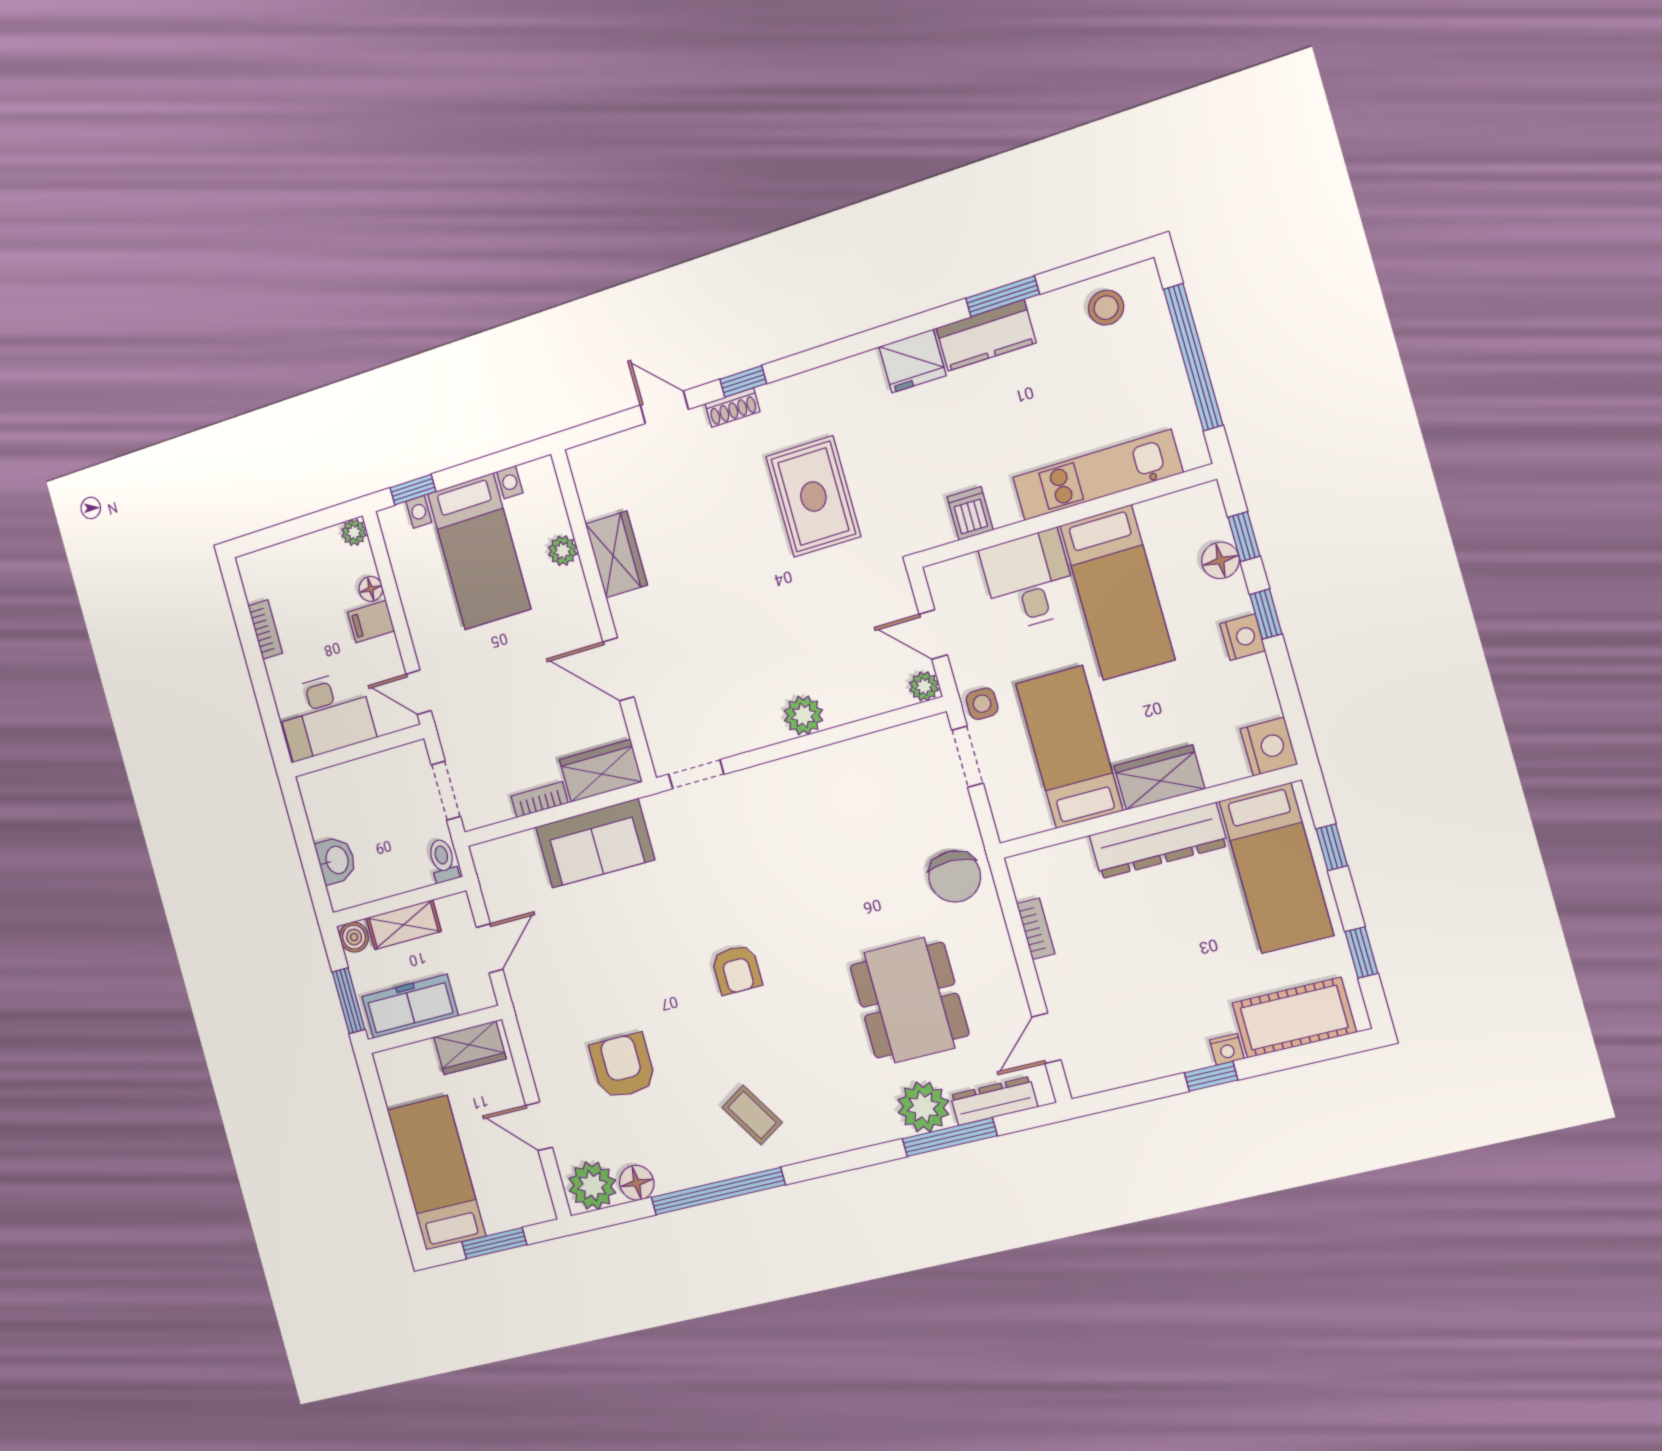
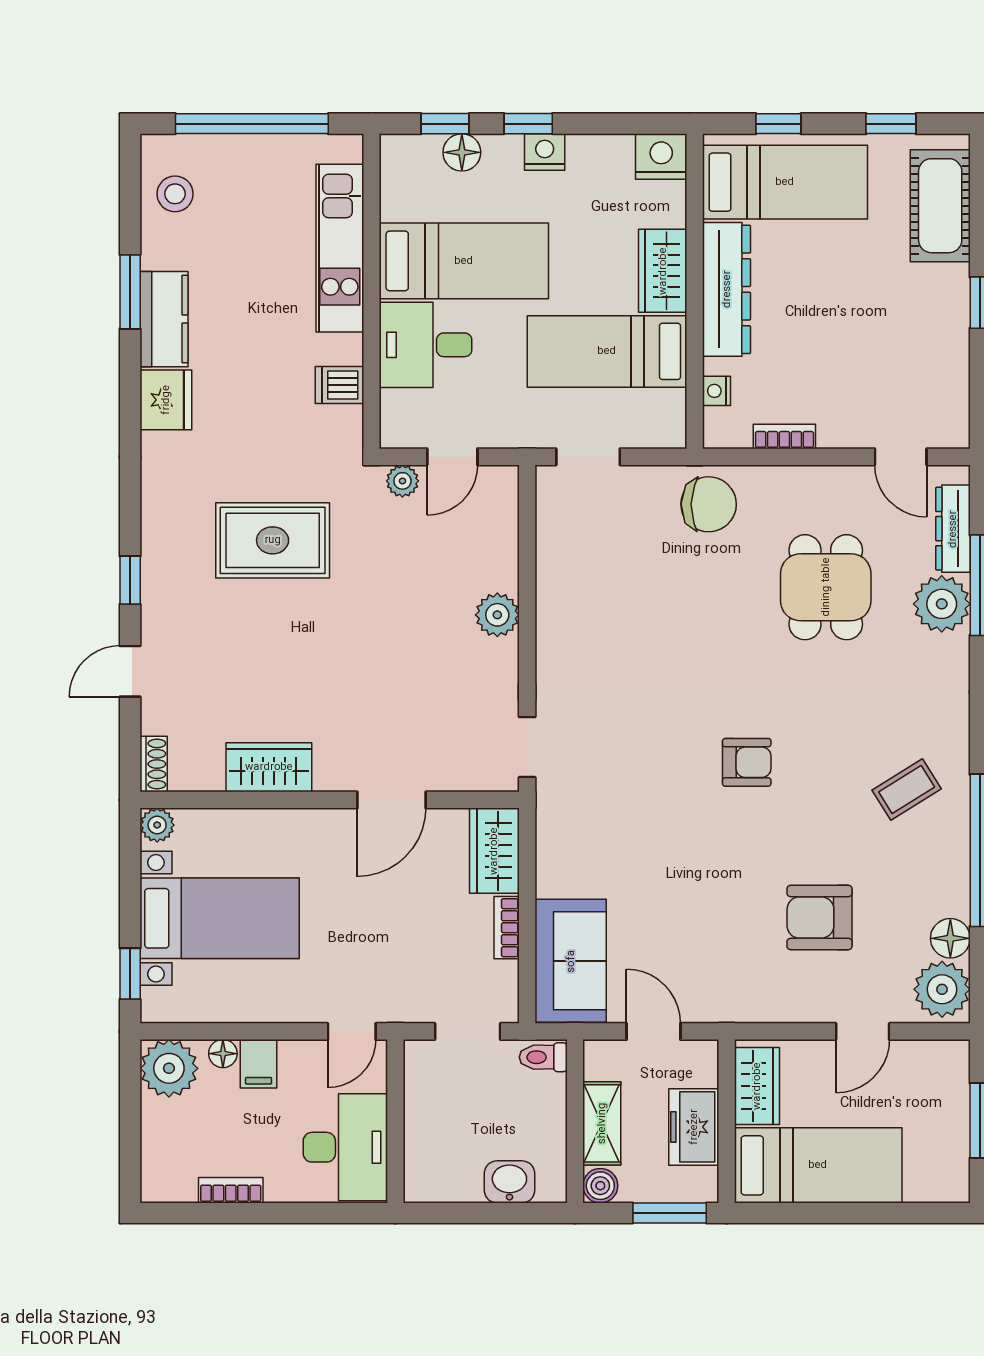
shoe rack: (732, 408) -> (154, 764), moved
plant: (354, 532) -> (169, 1068), width x1.88, depth x1.88
plant: (563, 551) -> (157, 825), moved
plant: (924, 686) -> (402, 481), moved
side table: (982, 704) -> (538, 427), removed
sofa: (595, 843) -> (571, 961), moved
dining table: (909, 1000) -> (826, 587), width x0.73
freezer: (410, 1006) -> (694, 1127), width x0.71
nightstand: (1227, 1049) -> (717, 391), moved, turned 180
bed: (436, 1173) -> (818, 1165), moved, turned 180

